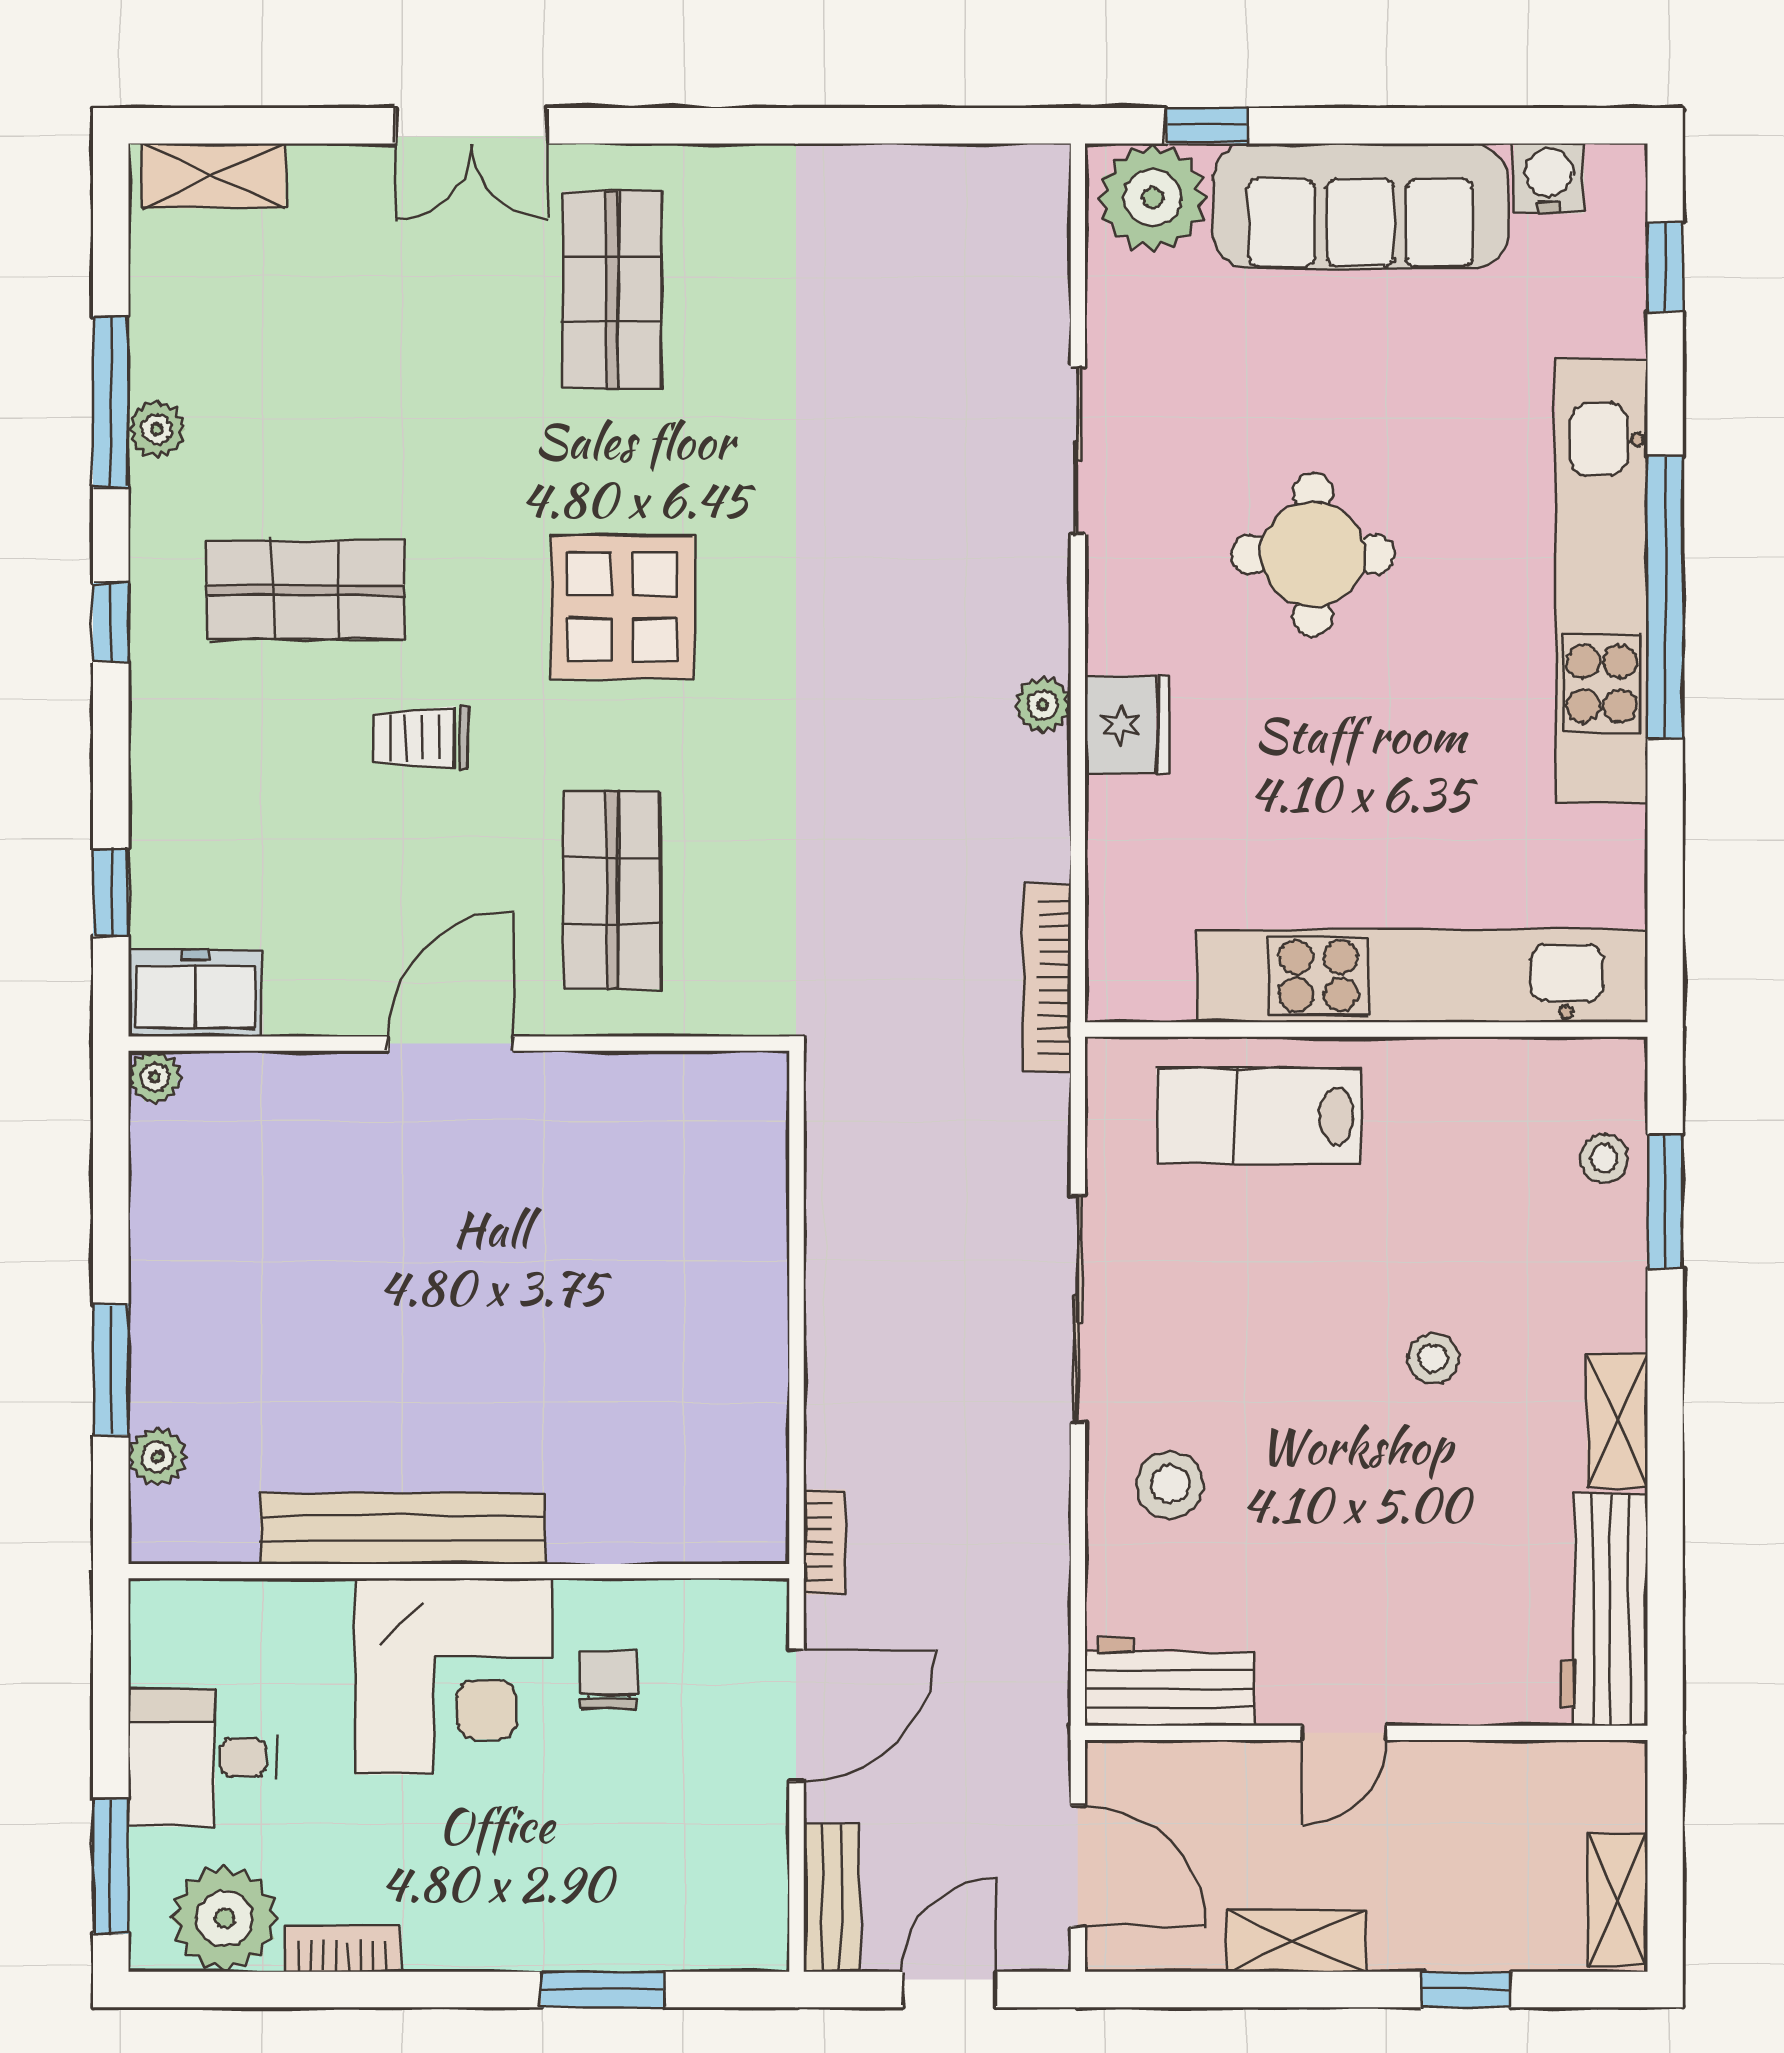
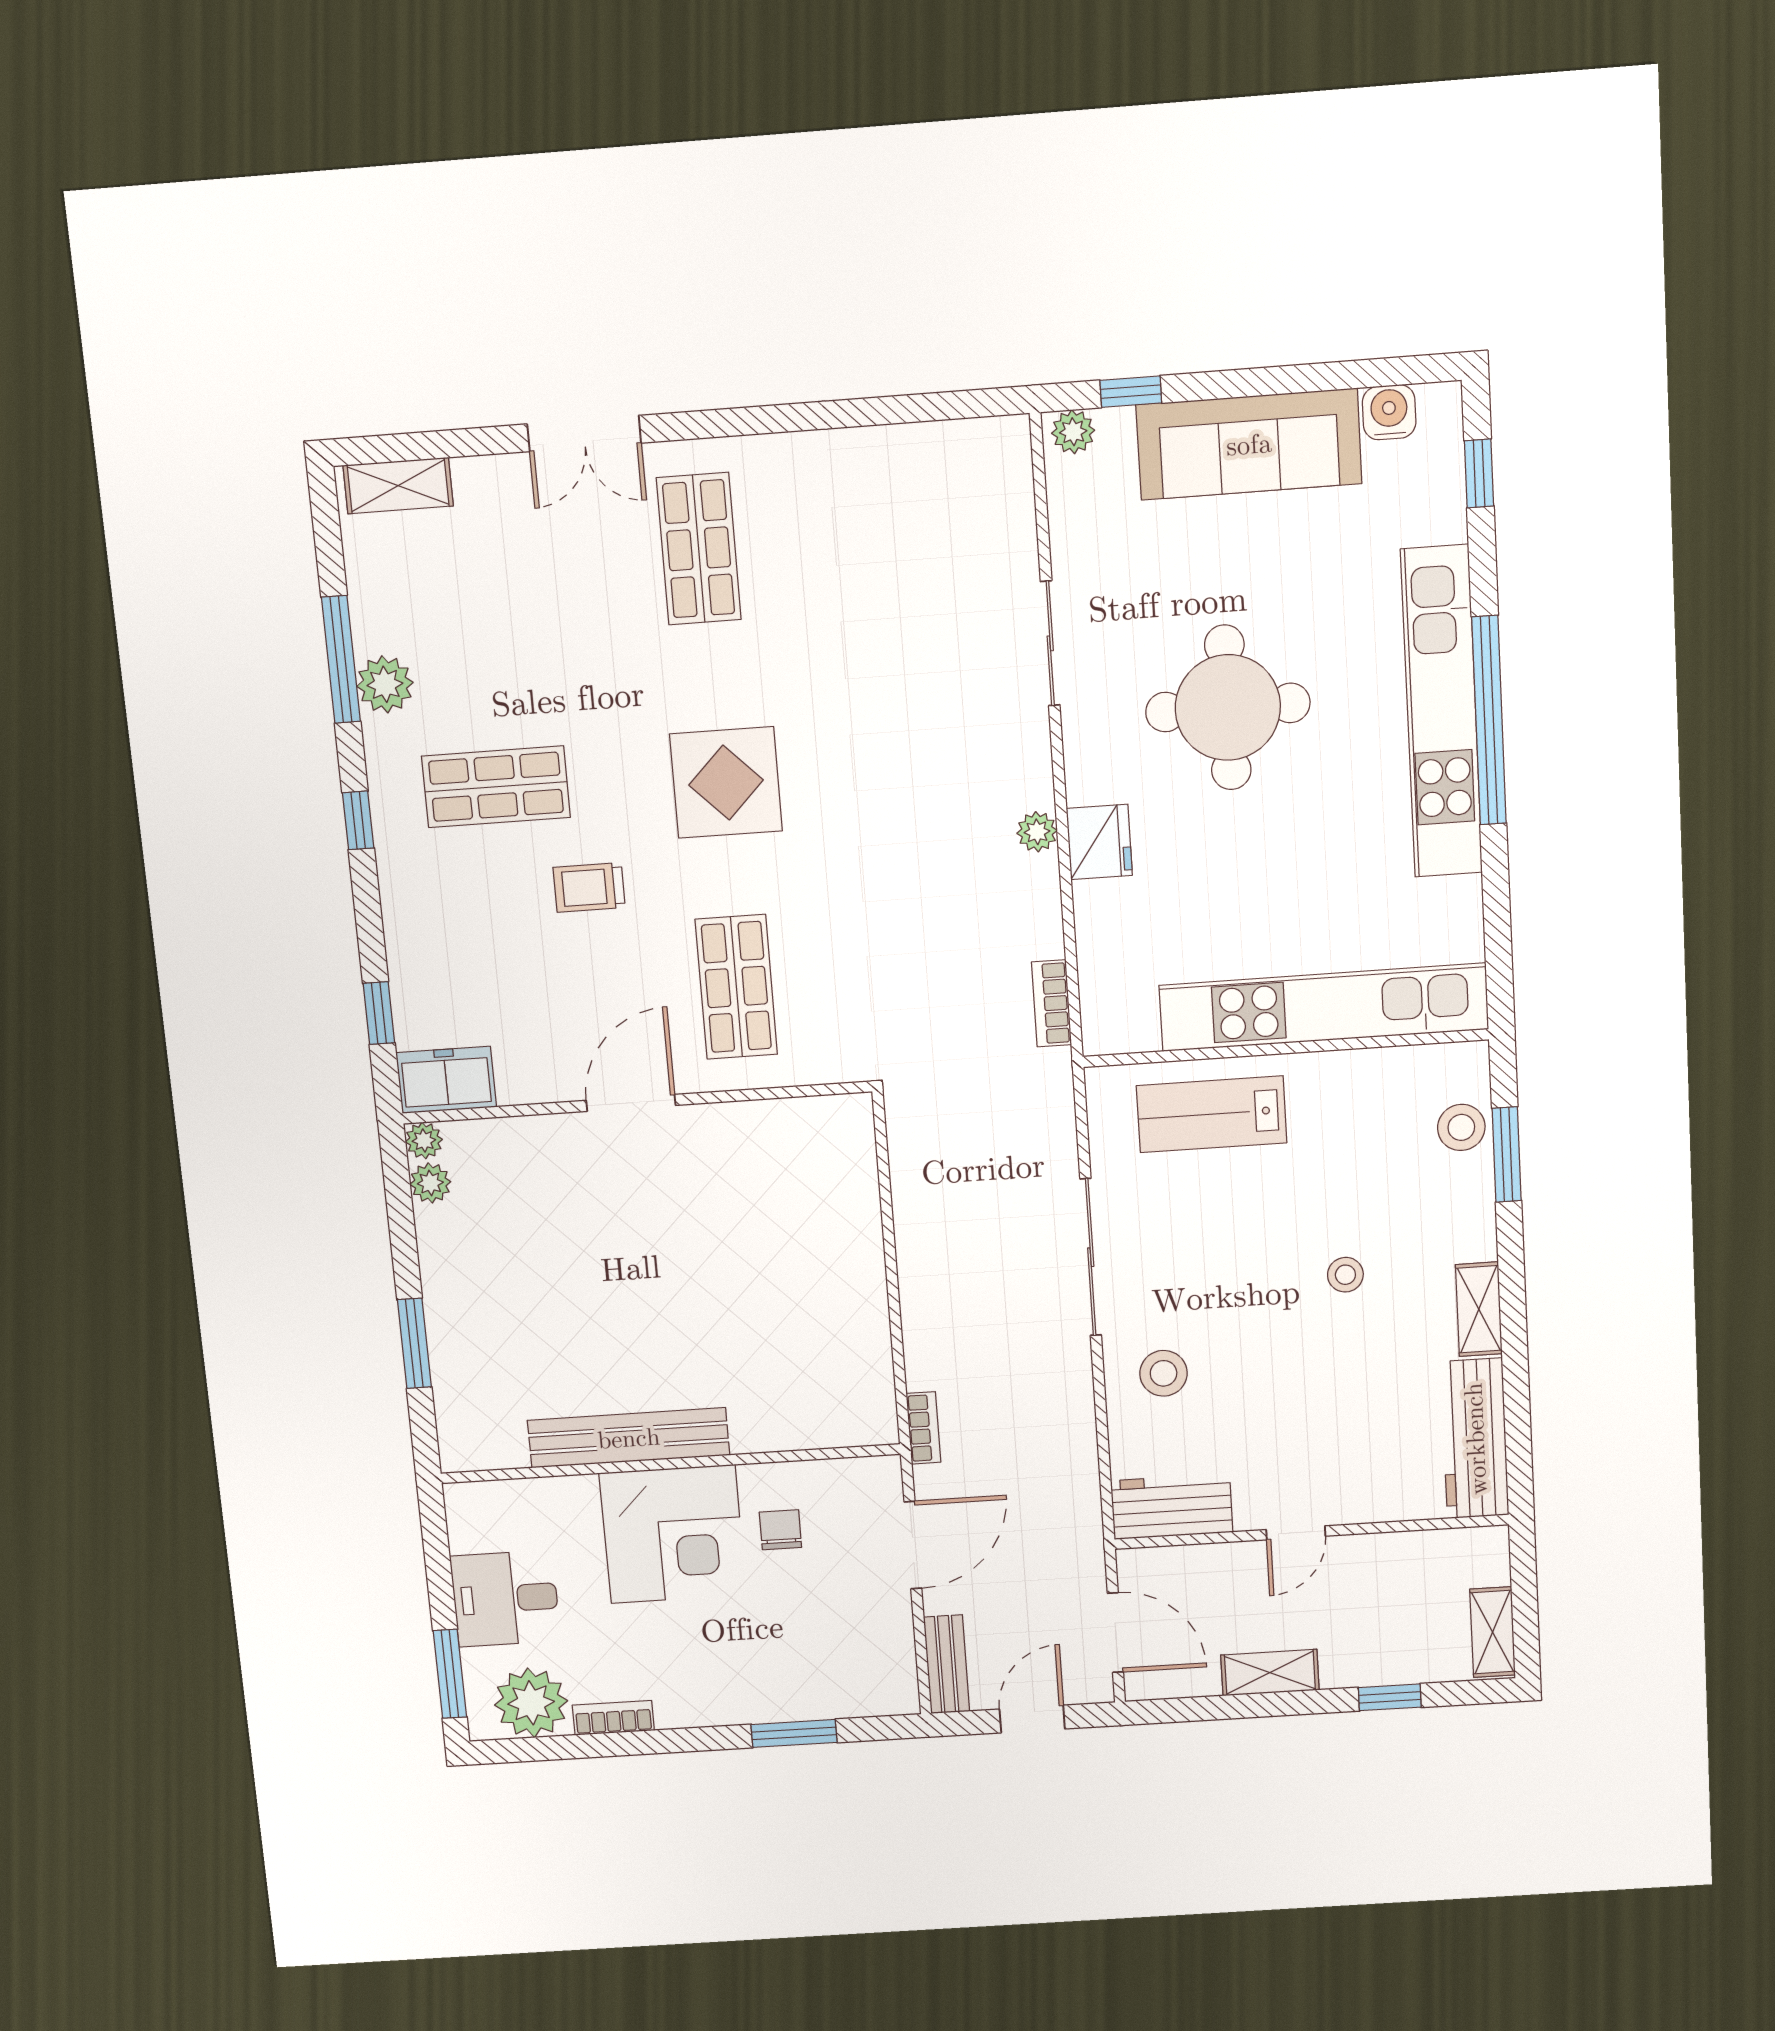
plant: (1153, 198) -> (1073, 432), width x0.53, depth x0.53
plant: (157, 429) -> (385, 684), width x1.38, depth x1.38
round table: (1313, 554) -> (1228, 707), width x1.36, depth x1.36
bookcase: (1047, 978) -> (1052, 1003), width x0.64
stool: (1604, 1158) -> (1461, 1127), width x1.37, depth x1.37
plant: (158, 1457) -> (430, 1183), moved

